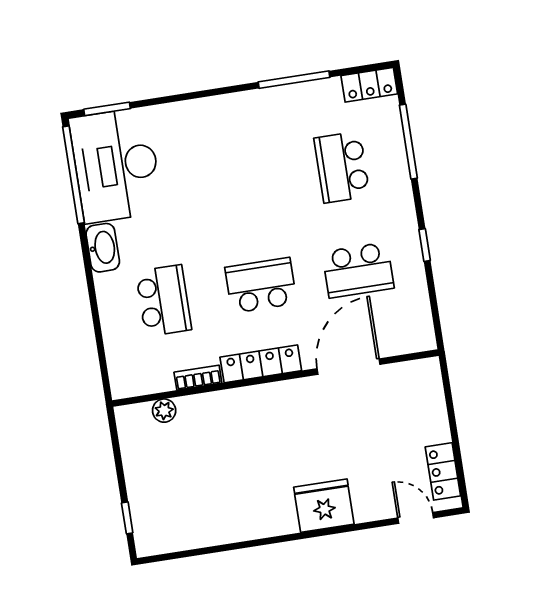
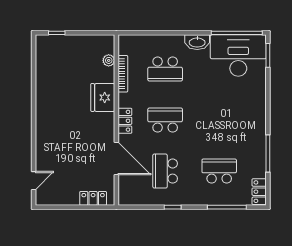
school desk: (261, 285) -> (165, 120), turned -90
locker: (261, 364) -> (125, 121), width x0.66
bookcase: (198, 378) -> (123, 74), width x1.56
locker: (443, 471) -> (93, 198), moved
fridge: (324, 506) -> (103, 97), moved, turned 180

